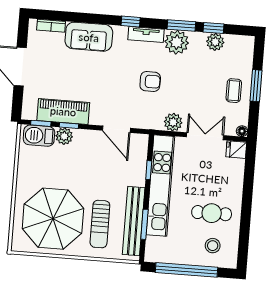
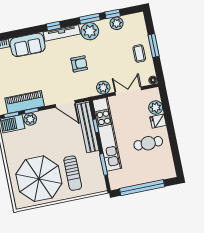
tv unit: (146, 34) -> (62, 33), width x1.41
fridge: (236, 150) -> (158, 121), moved
plant: (235, 169) -> (156, 107), added
bench: (134, 221) -> (88, 127), moved
stool: (213, 246) -> (155, 166), removed

